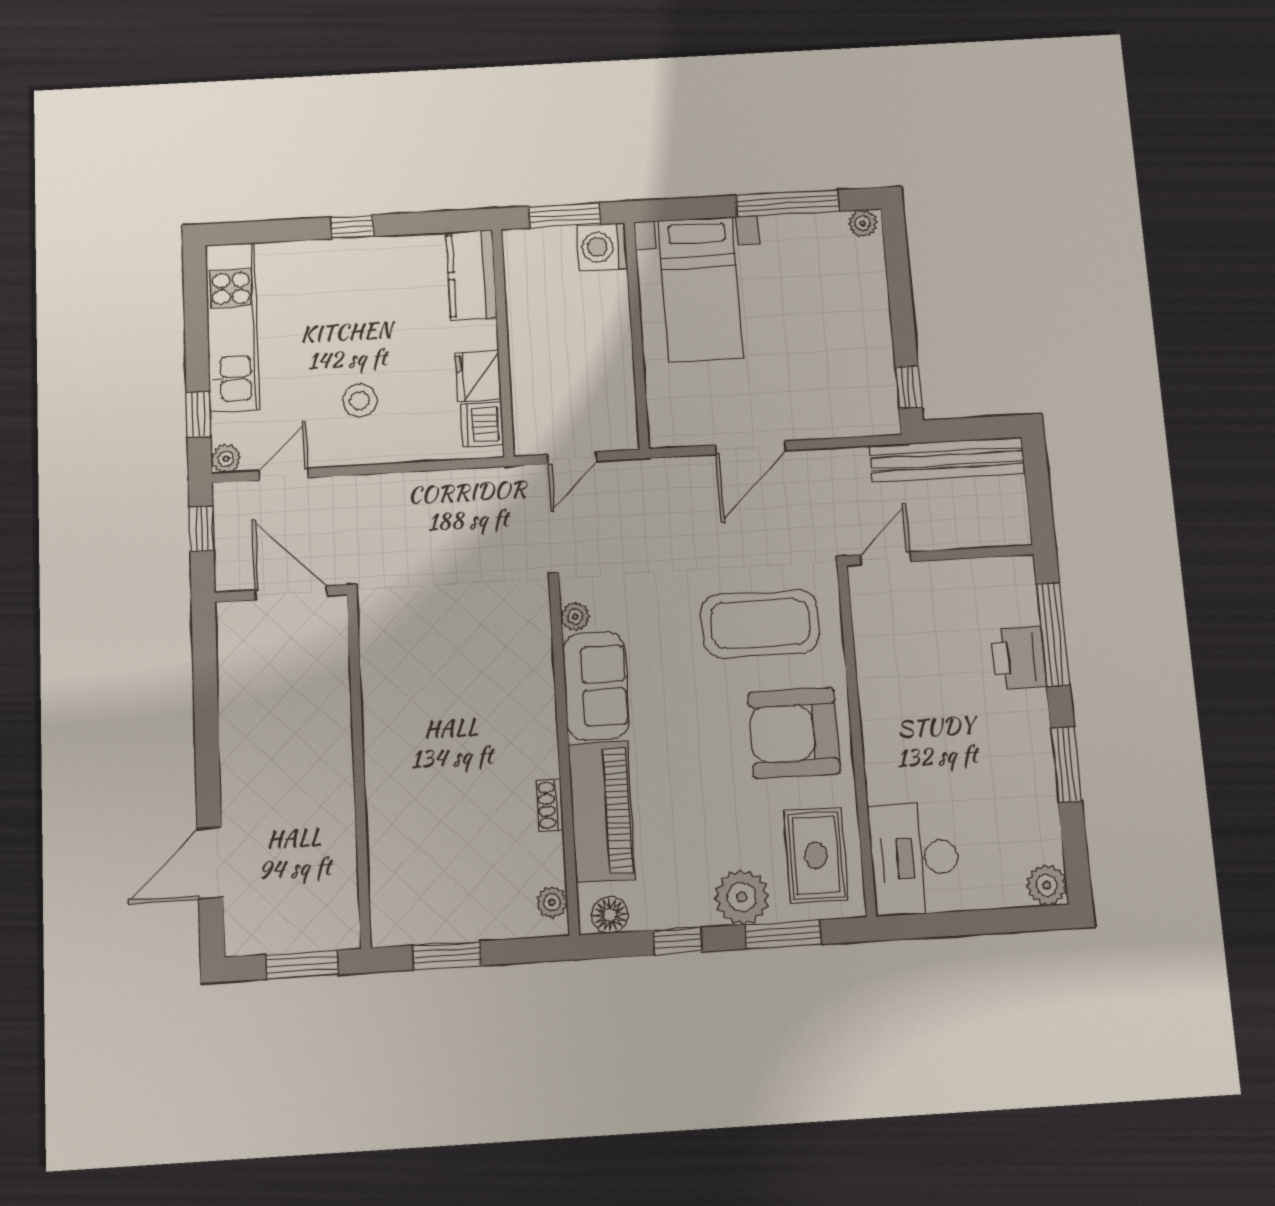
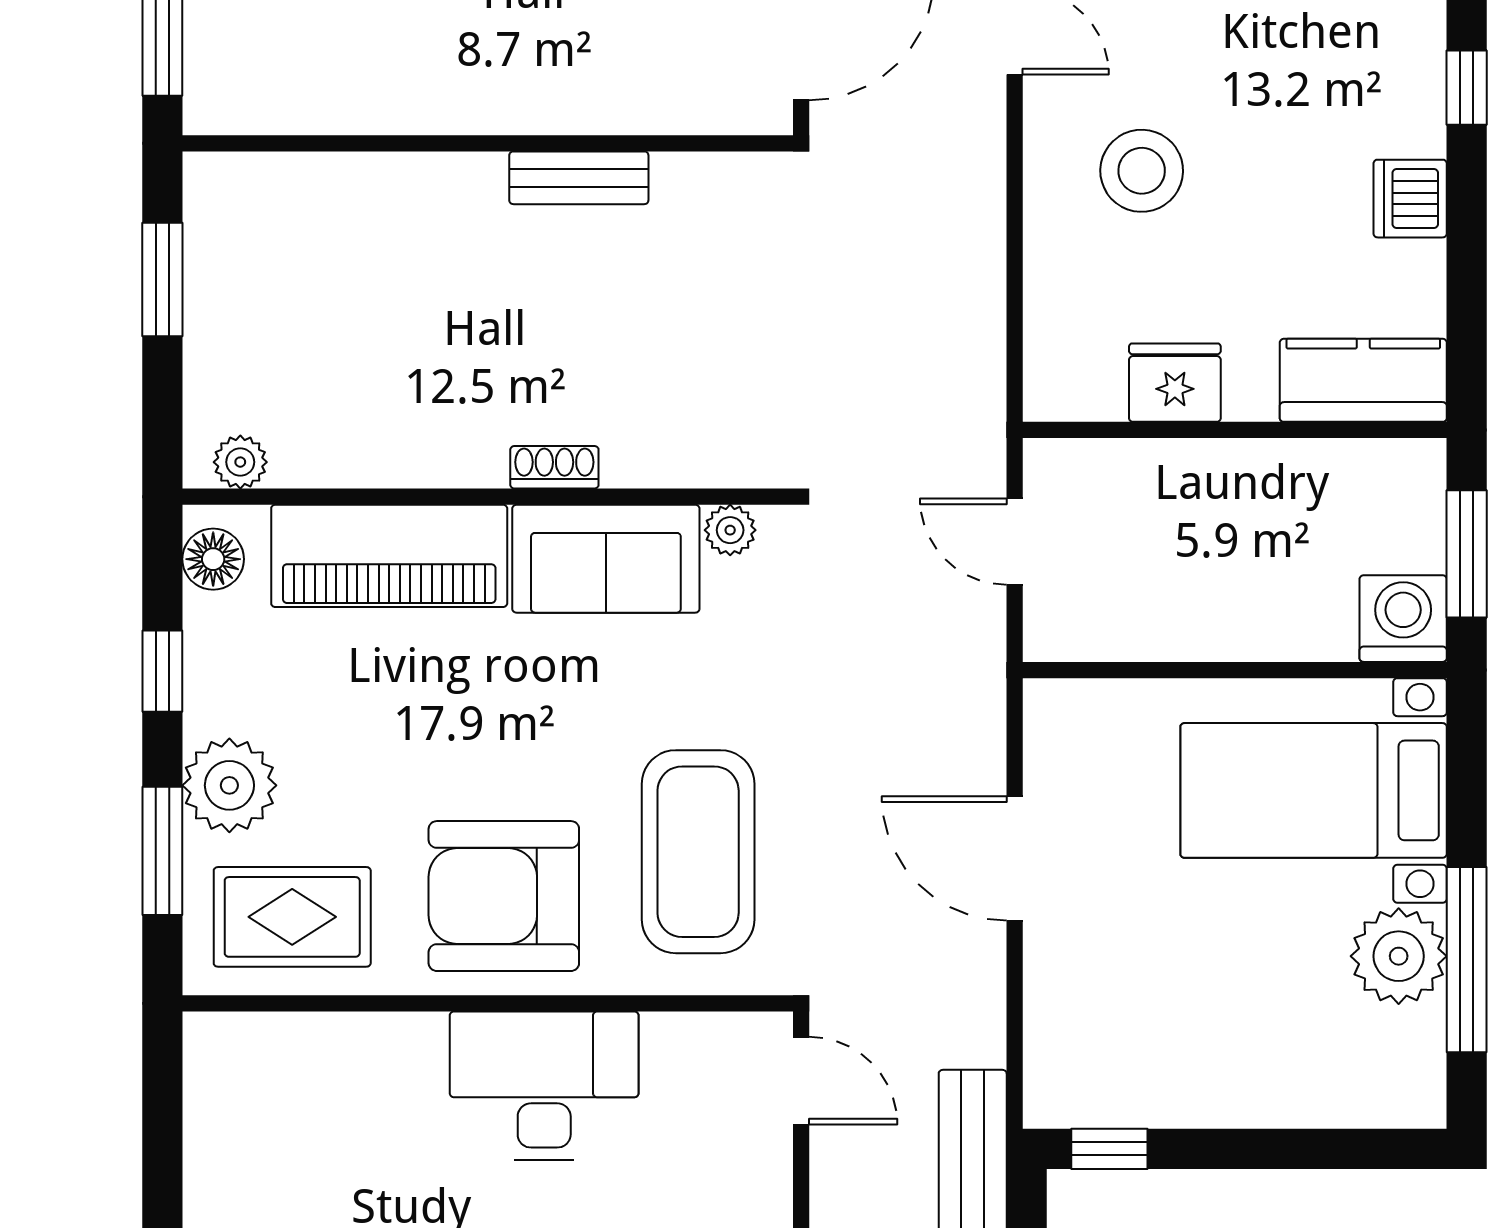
plant: (863, 223) -> (1399, 956), moved, width x1.88, depth x1.88
window: (352, 227) -> (1467, 88), moved
stool: (360, 400) -> (1142, 171), width x1.38, depth x1.38
dishwasher: (482, 425) -> (1410, 199), moved, turned -90
bench: (377, 715) -> (579, 178), added
armchair: (794, 733) -> (504, 896), turned -90
shoe rack: (550, 805) -> (554, 467), moved
desk: (915, 858) -> (544, 1085), moved

